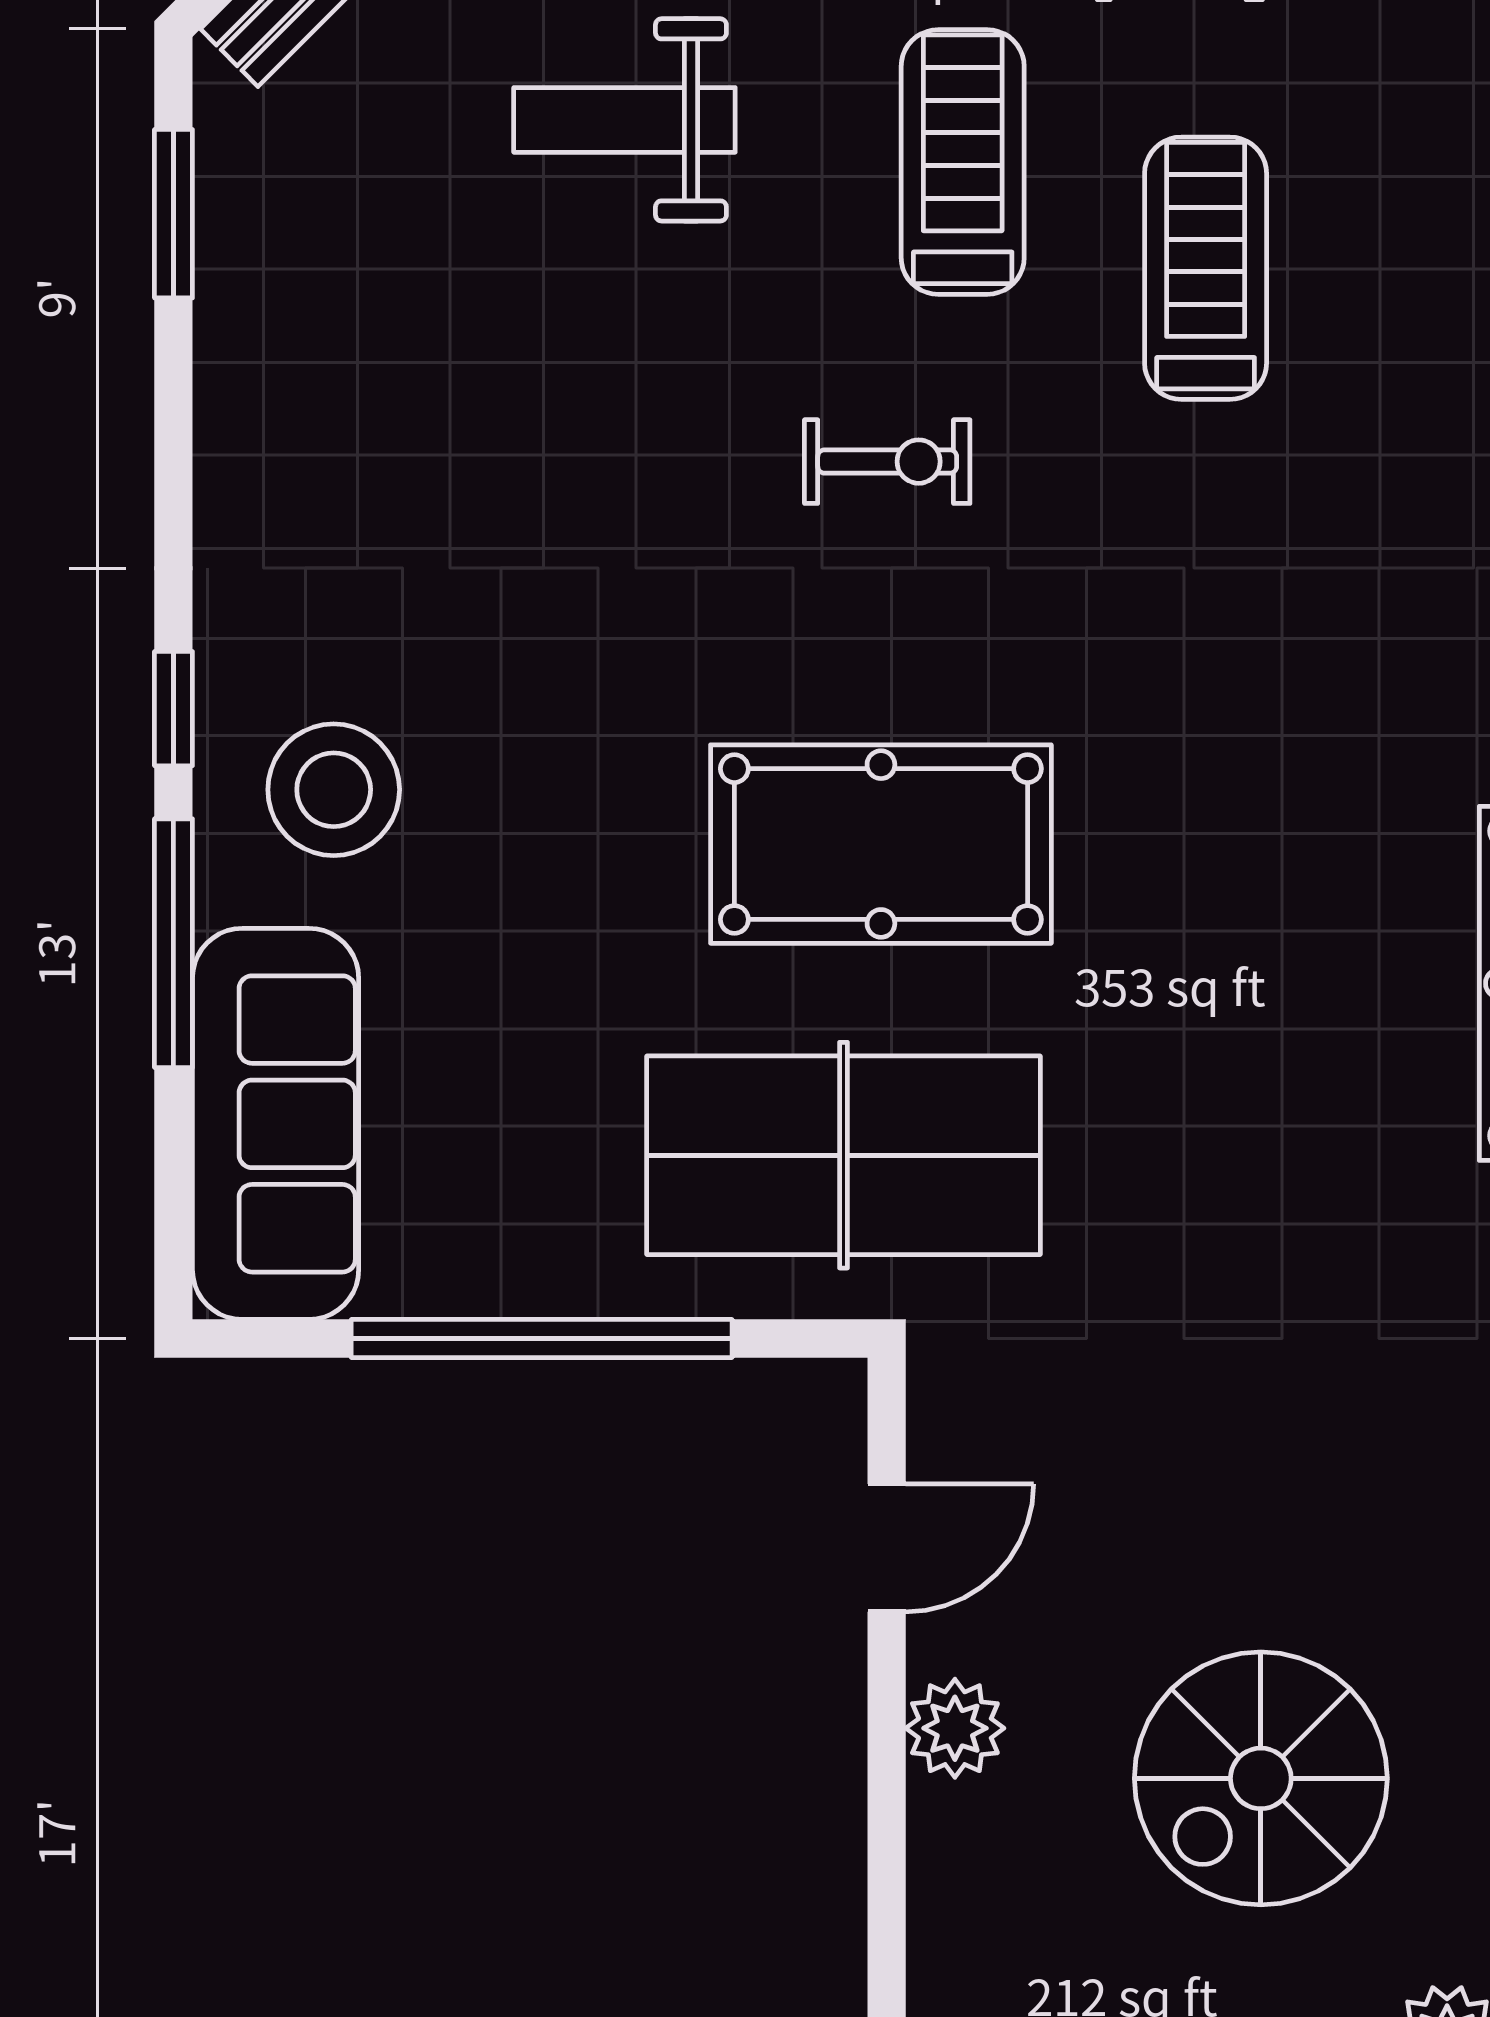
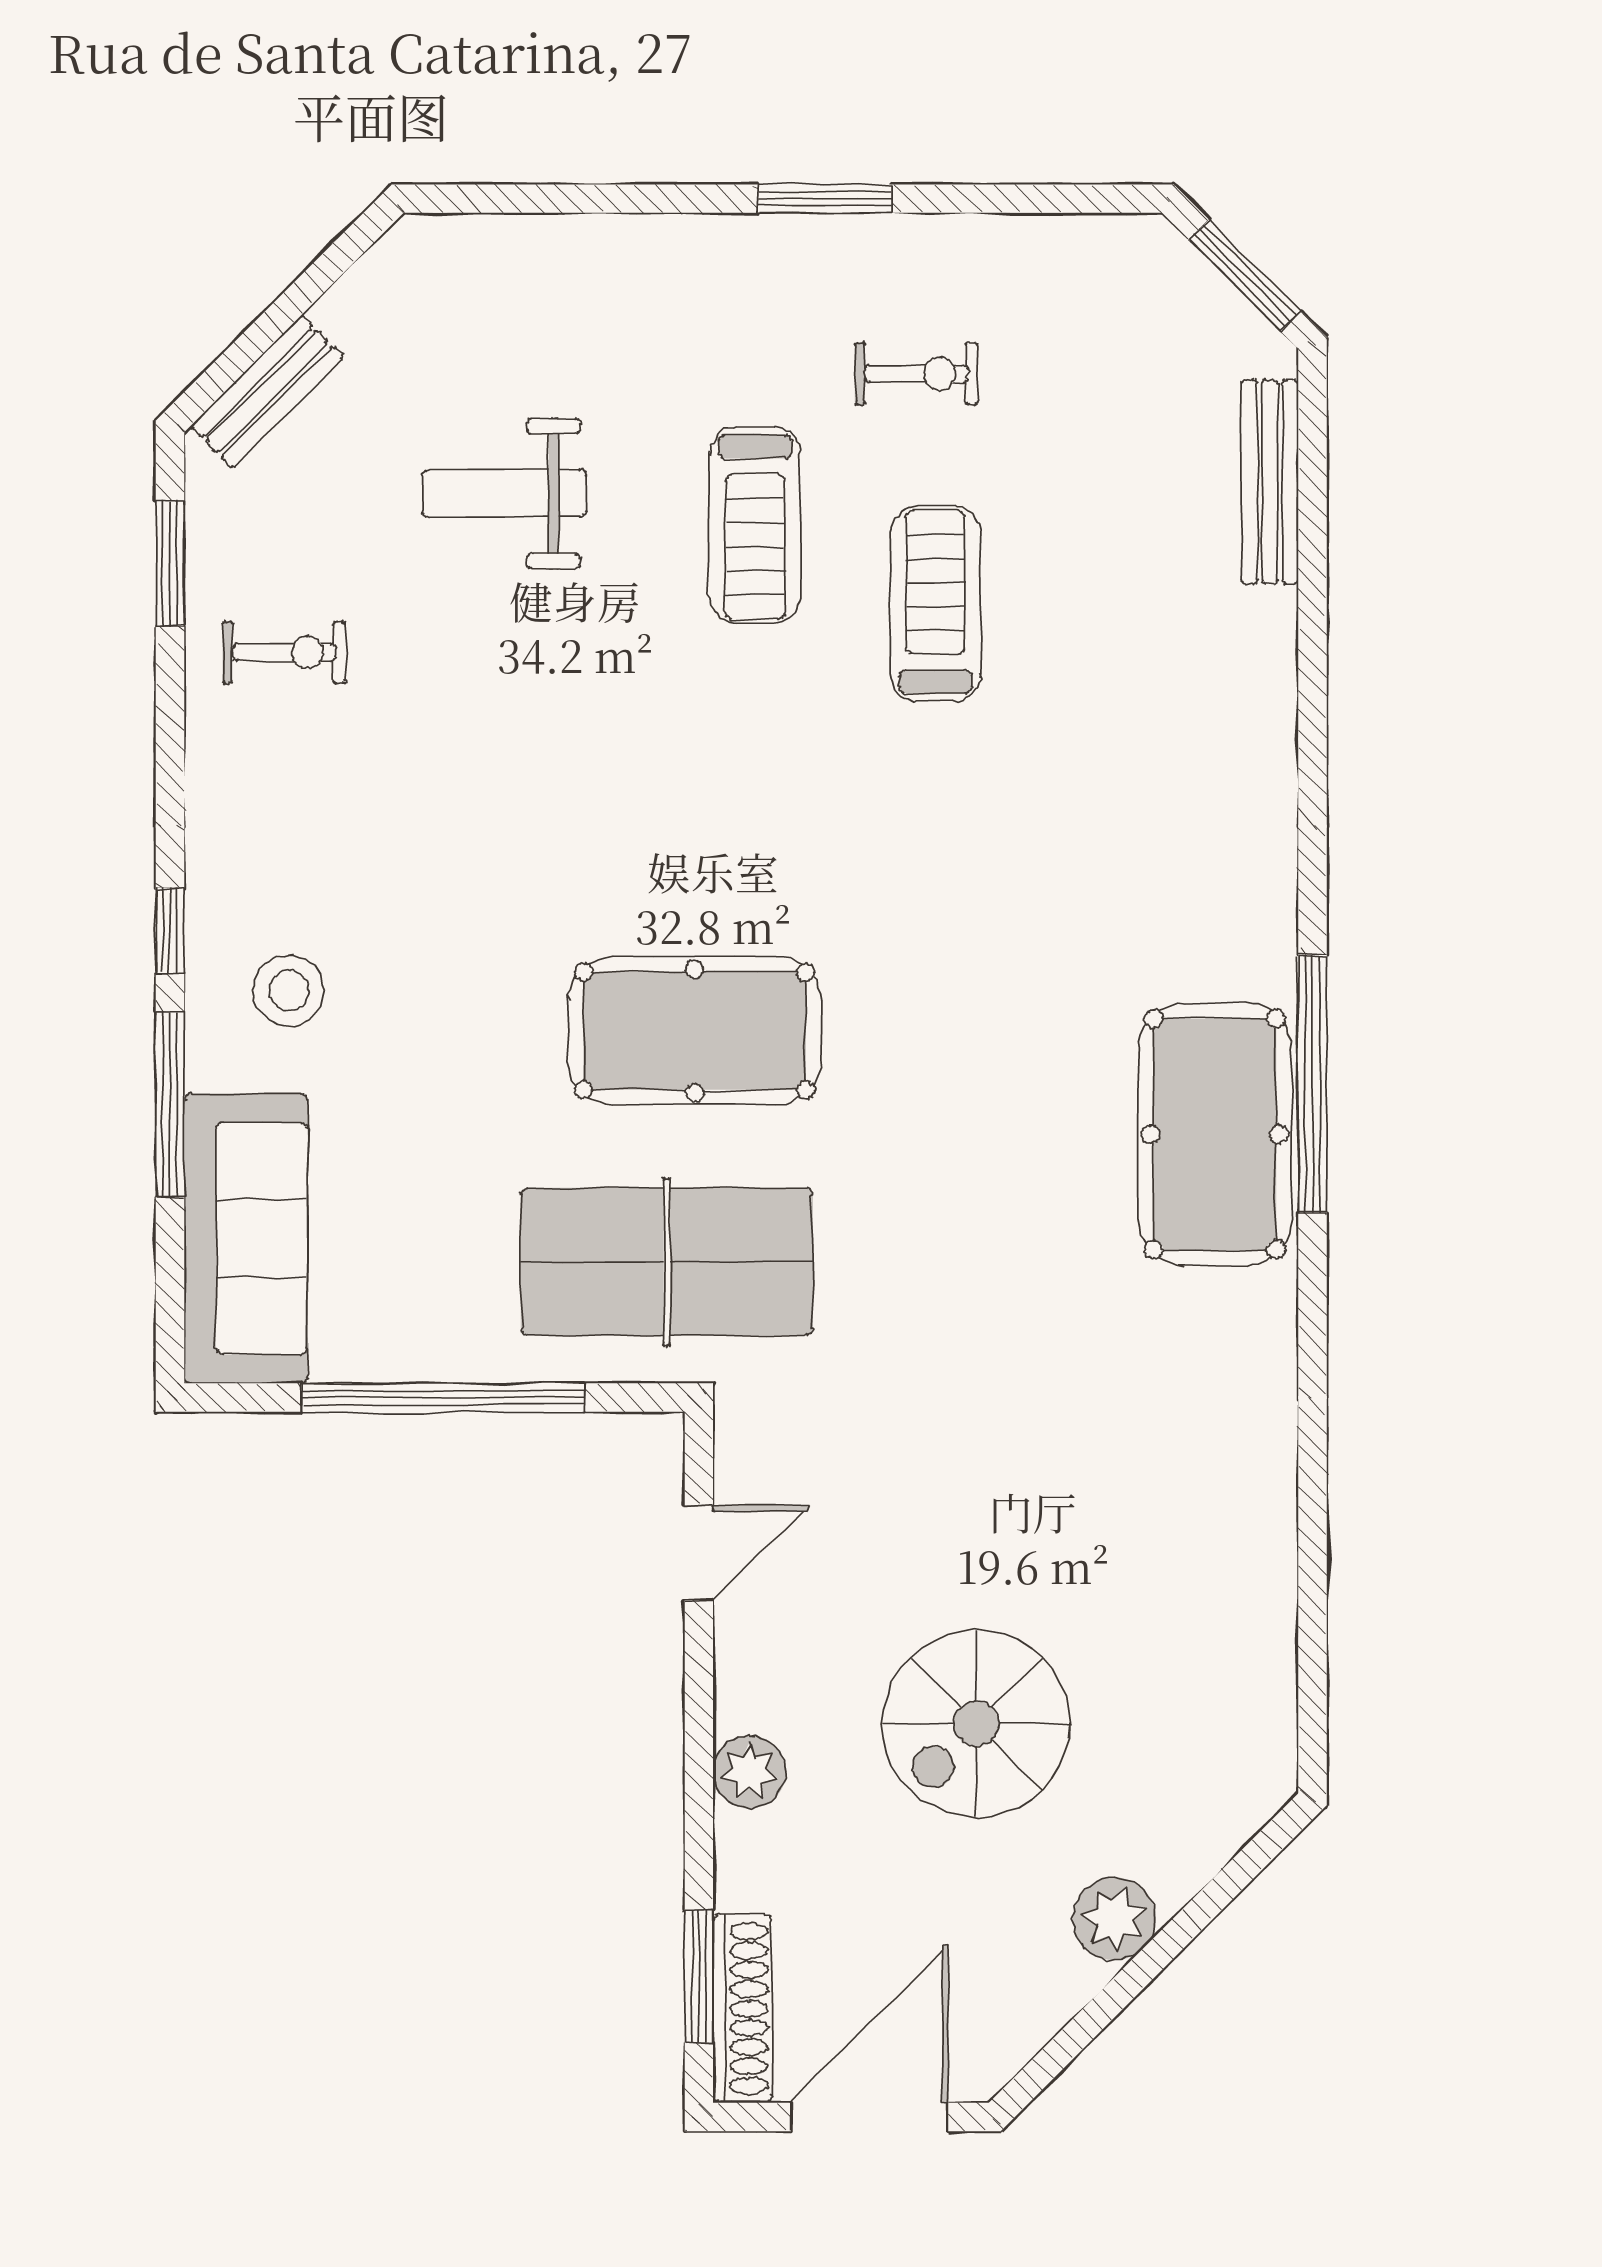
treadmill: (963, 162) -> (755, 525), turned 180
exercise bike: (887, 462) -> (284, 652), moved
stool: (334, 790) -> (289, 991), width x0.73, depth x0.73
plant: (955, 1728) -> (749, 1772), moved

